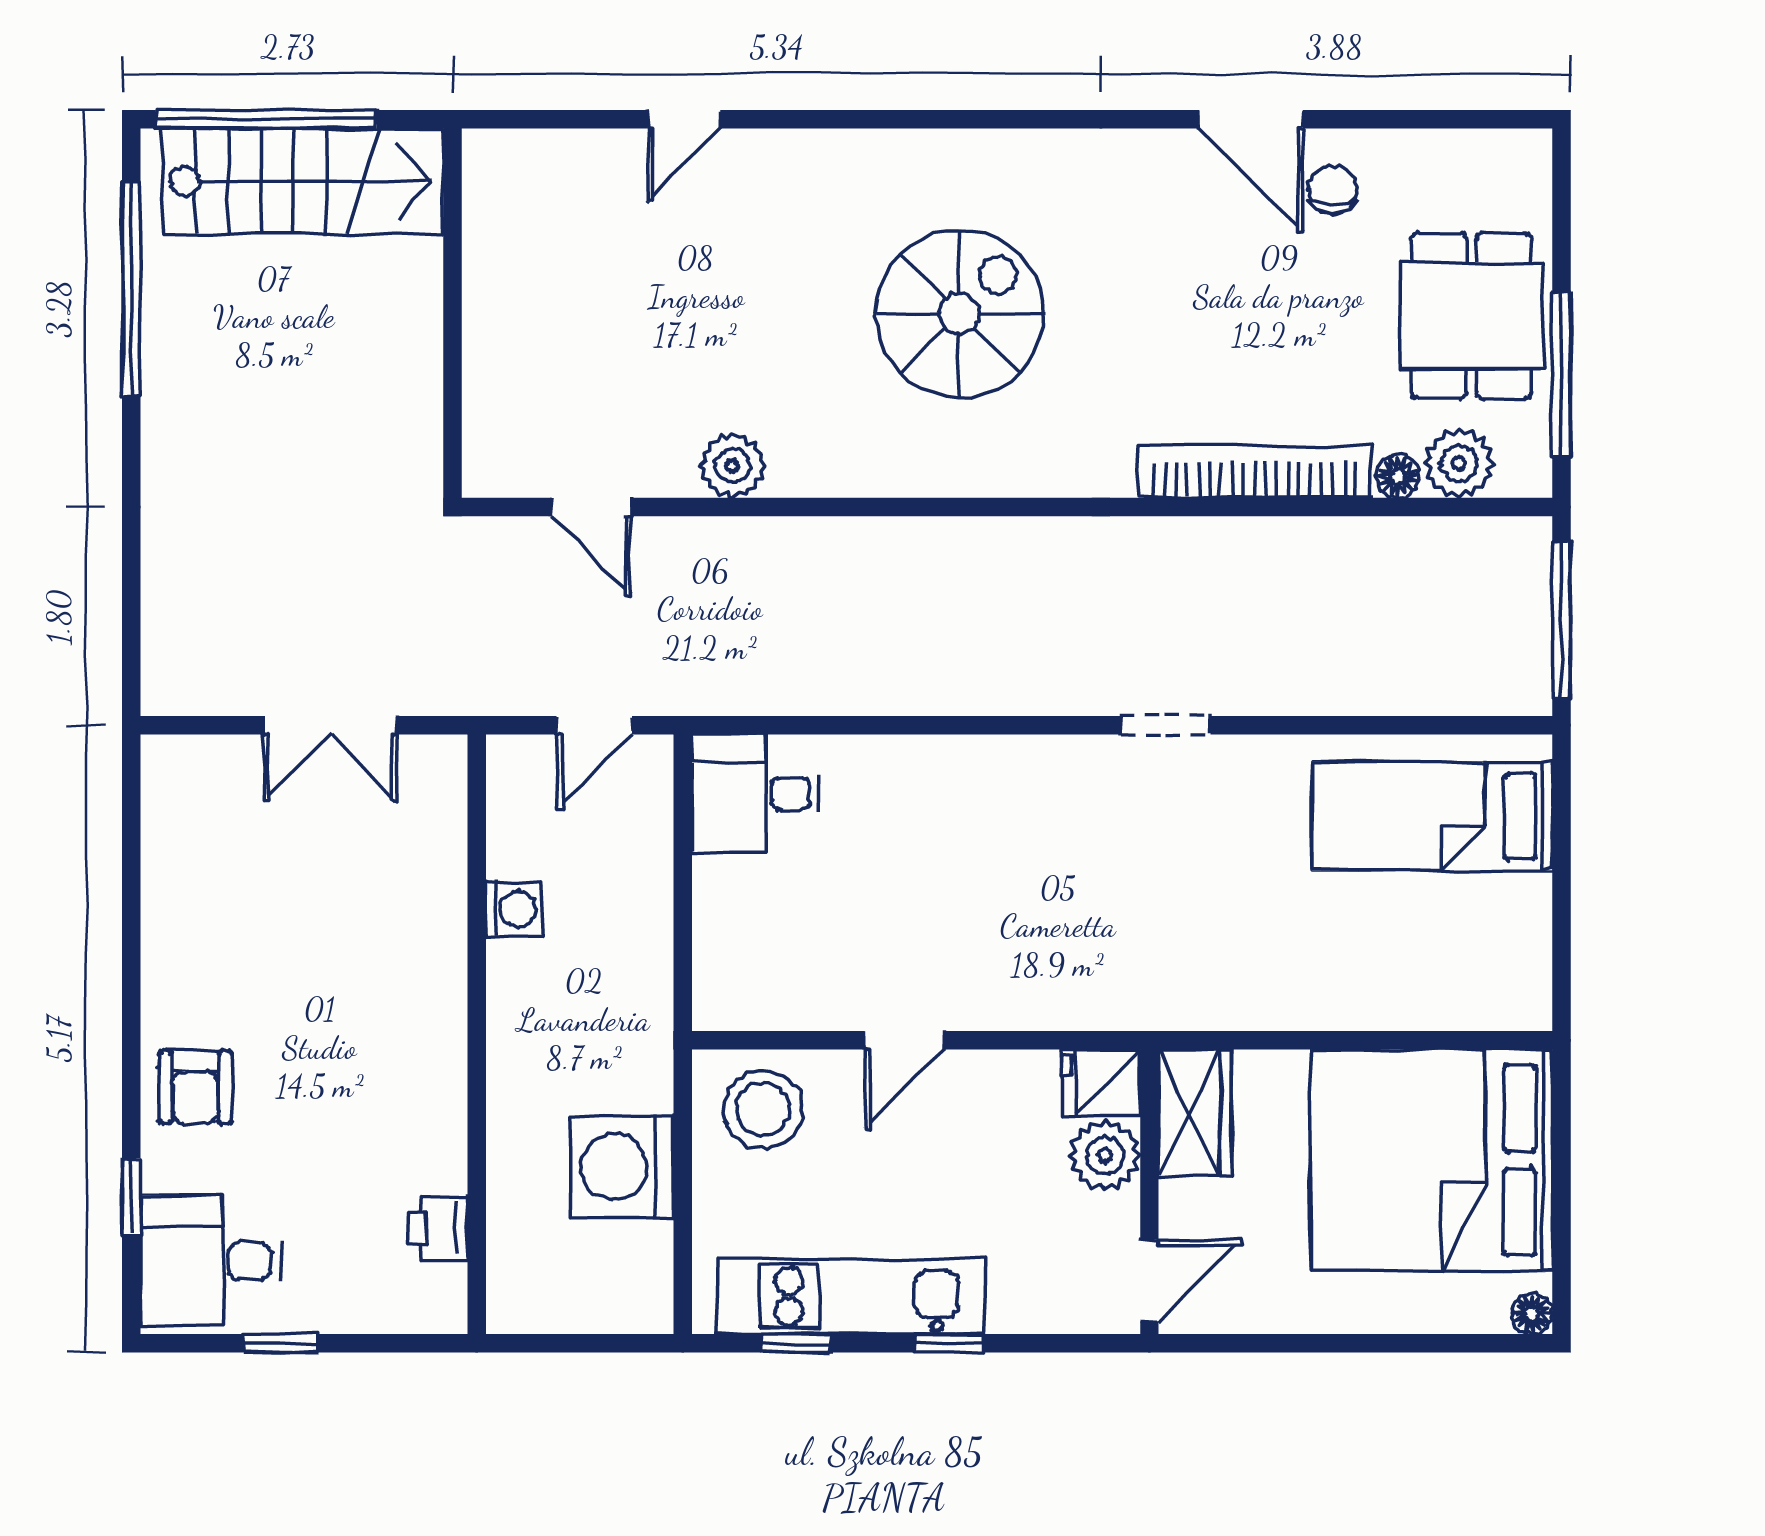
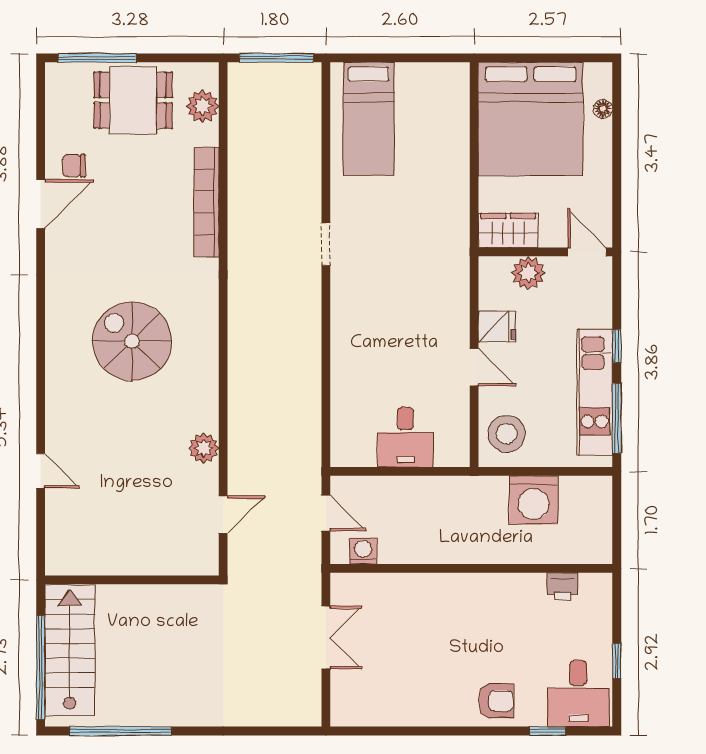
window: (1561, 374) -> (97, 58), moved
floor lamp: (1398, 476) -> (209, 135), removed
desk: (756, 793) -> (405, 437), moved
washing machine: (514, 909) -> (363, 551), moved
fridge: (1101, 1082) -> (497, 326), moved, turned -90
floor lamp: (1532, 1314) -> (603, 109), moved
window: (796, 1343) -> (617, 418), width x2.17

